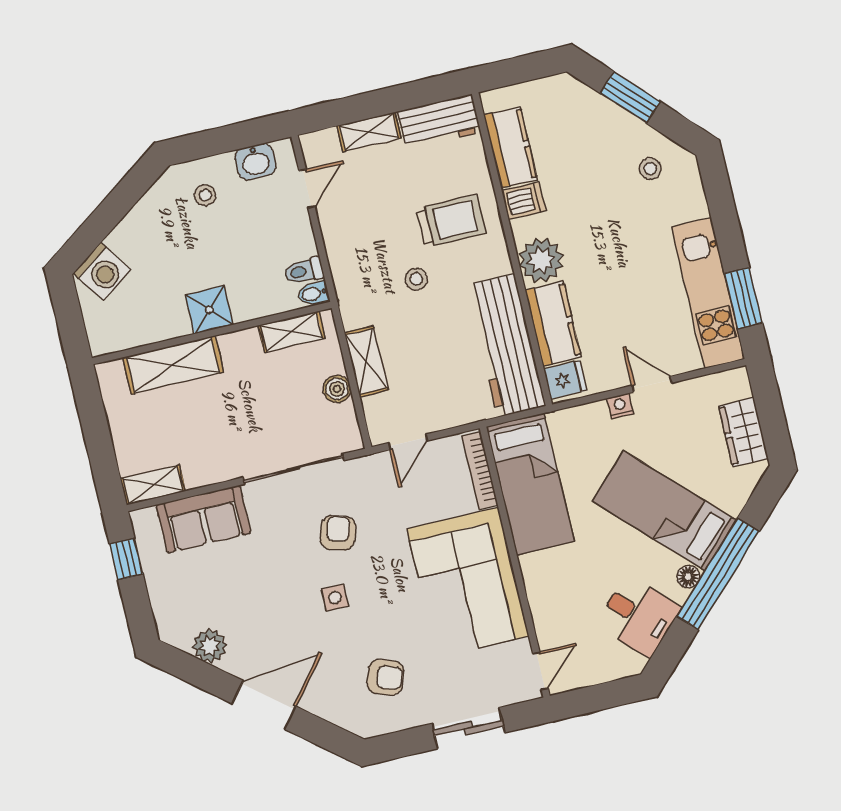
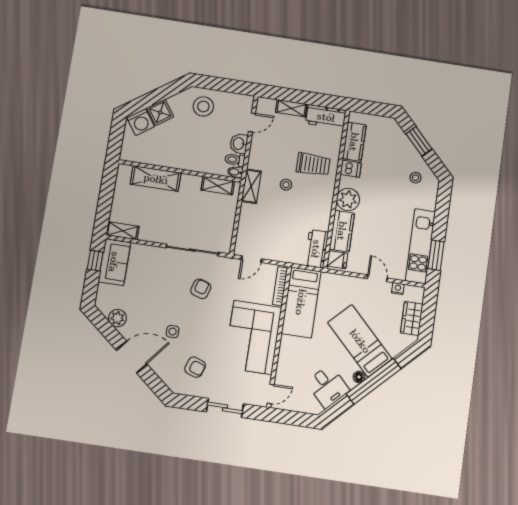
washbasin: (255, 162) -> (239, 144), moved, turned 90
stool: (205, 195) -> (203, 106), width x1.89, depth x1.89
shower: (209, 310) -> (160, 112), moved, turned -35
workbench: (506, 345) -> (316, 249), width x0.53, depth x0.76
shelving: (366, 361) -> (251, 186), moved
boiler: (337, 389) -> (228, 221), removed
nightstand: (620, 406) -> (398, 289), moved
sofa: (204, 519) -> (114, 262), moved, turned -90
side table: (335, 598) -> (173, 332), moved

